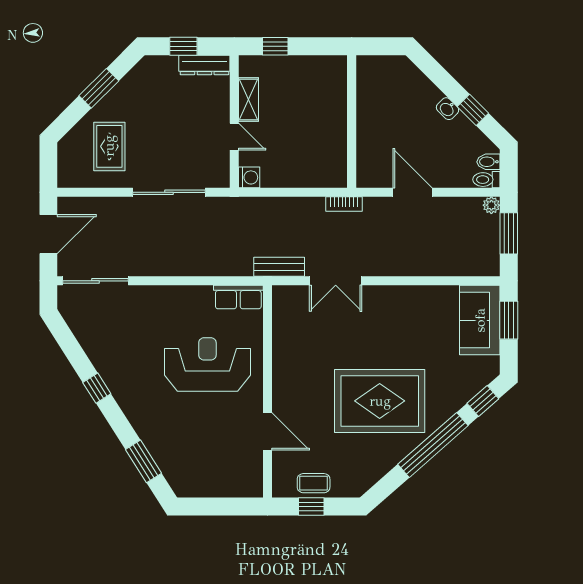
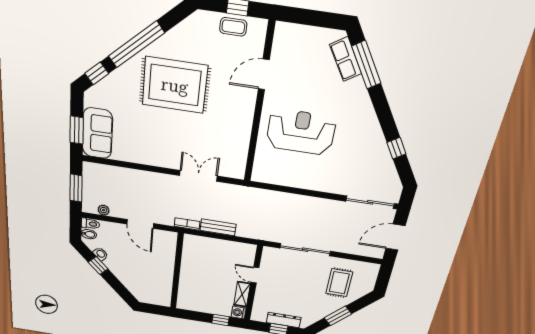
dresser: (204, 65) -> (284, 320), moved
washbasin: (448, 109) -> (100, 254), moved
washing machine: (249, 177) -> (239, 312), moved
plant: (491, 205) -> (104, 210), moved
bench: (279, 267) -> (218, 227), moved
row of seats: (238, 297) -> (346, 59), moved, turned -122
reception desk: (207, 364) -> (301, 132), turned 180
window: (97, 388) -> (396, 148), moved
door: (267, 431) -> (264, 74), hinge flipped
window: (143, 461) -> (366, 65), width x1.44

